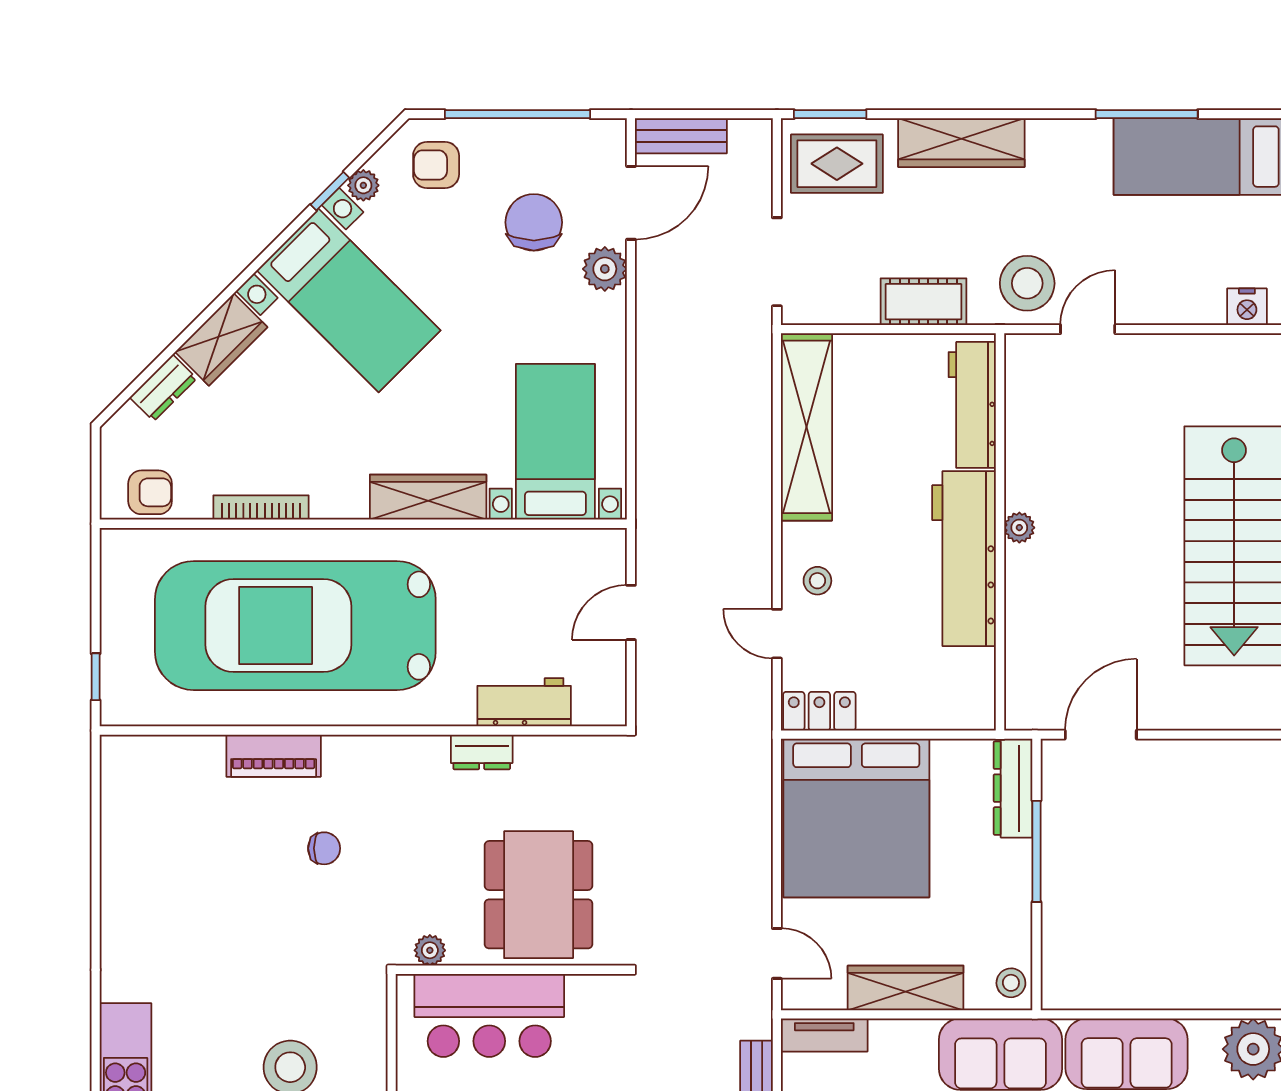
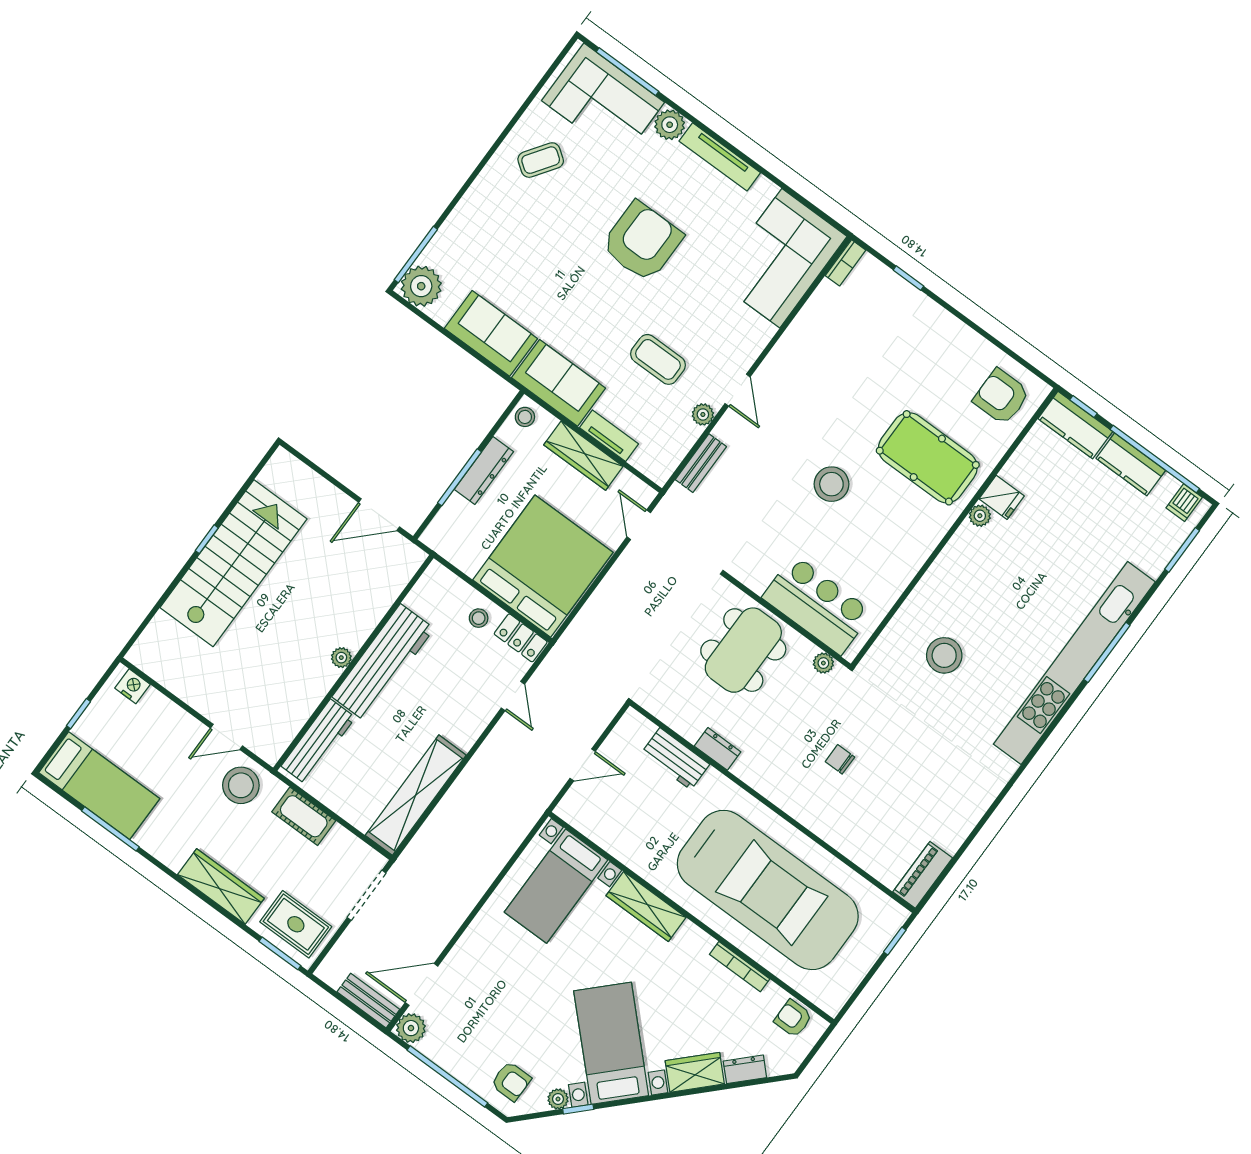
chair: (534, 222) -> (481, 1012), removed
plant: (605, 269) -> (411, 1028), moved
stool: (817, 581) -> (479, 618), moved
piano: (274, 756) -> (923, 875), moved, turned -90
dresser: (1013, 788) -> (484, 470), moved
tv unit: (824, 1035) -> (609, 436), moved

